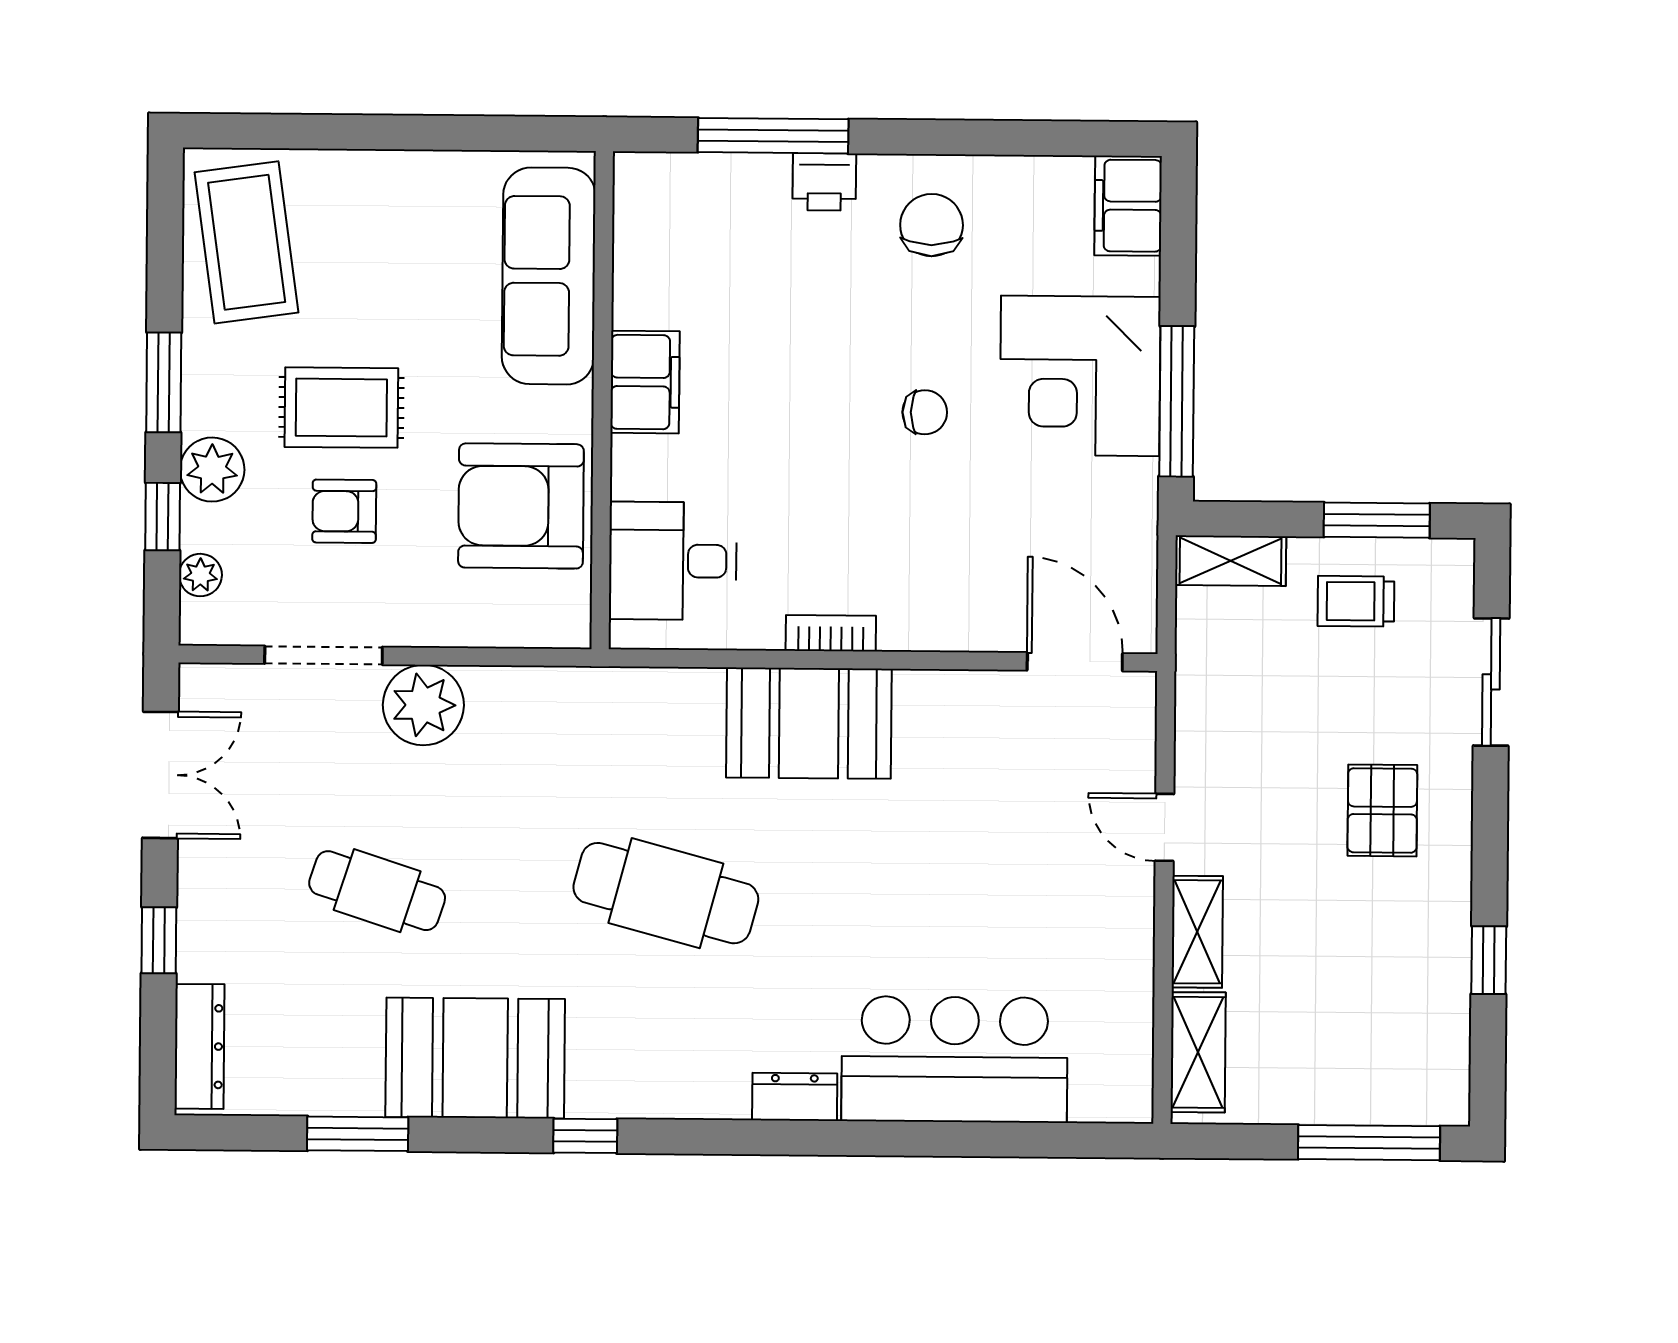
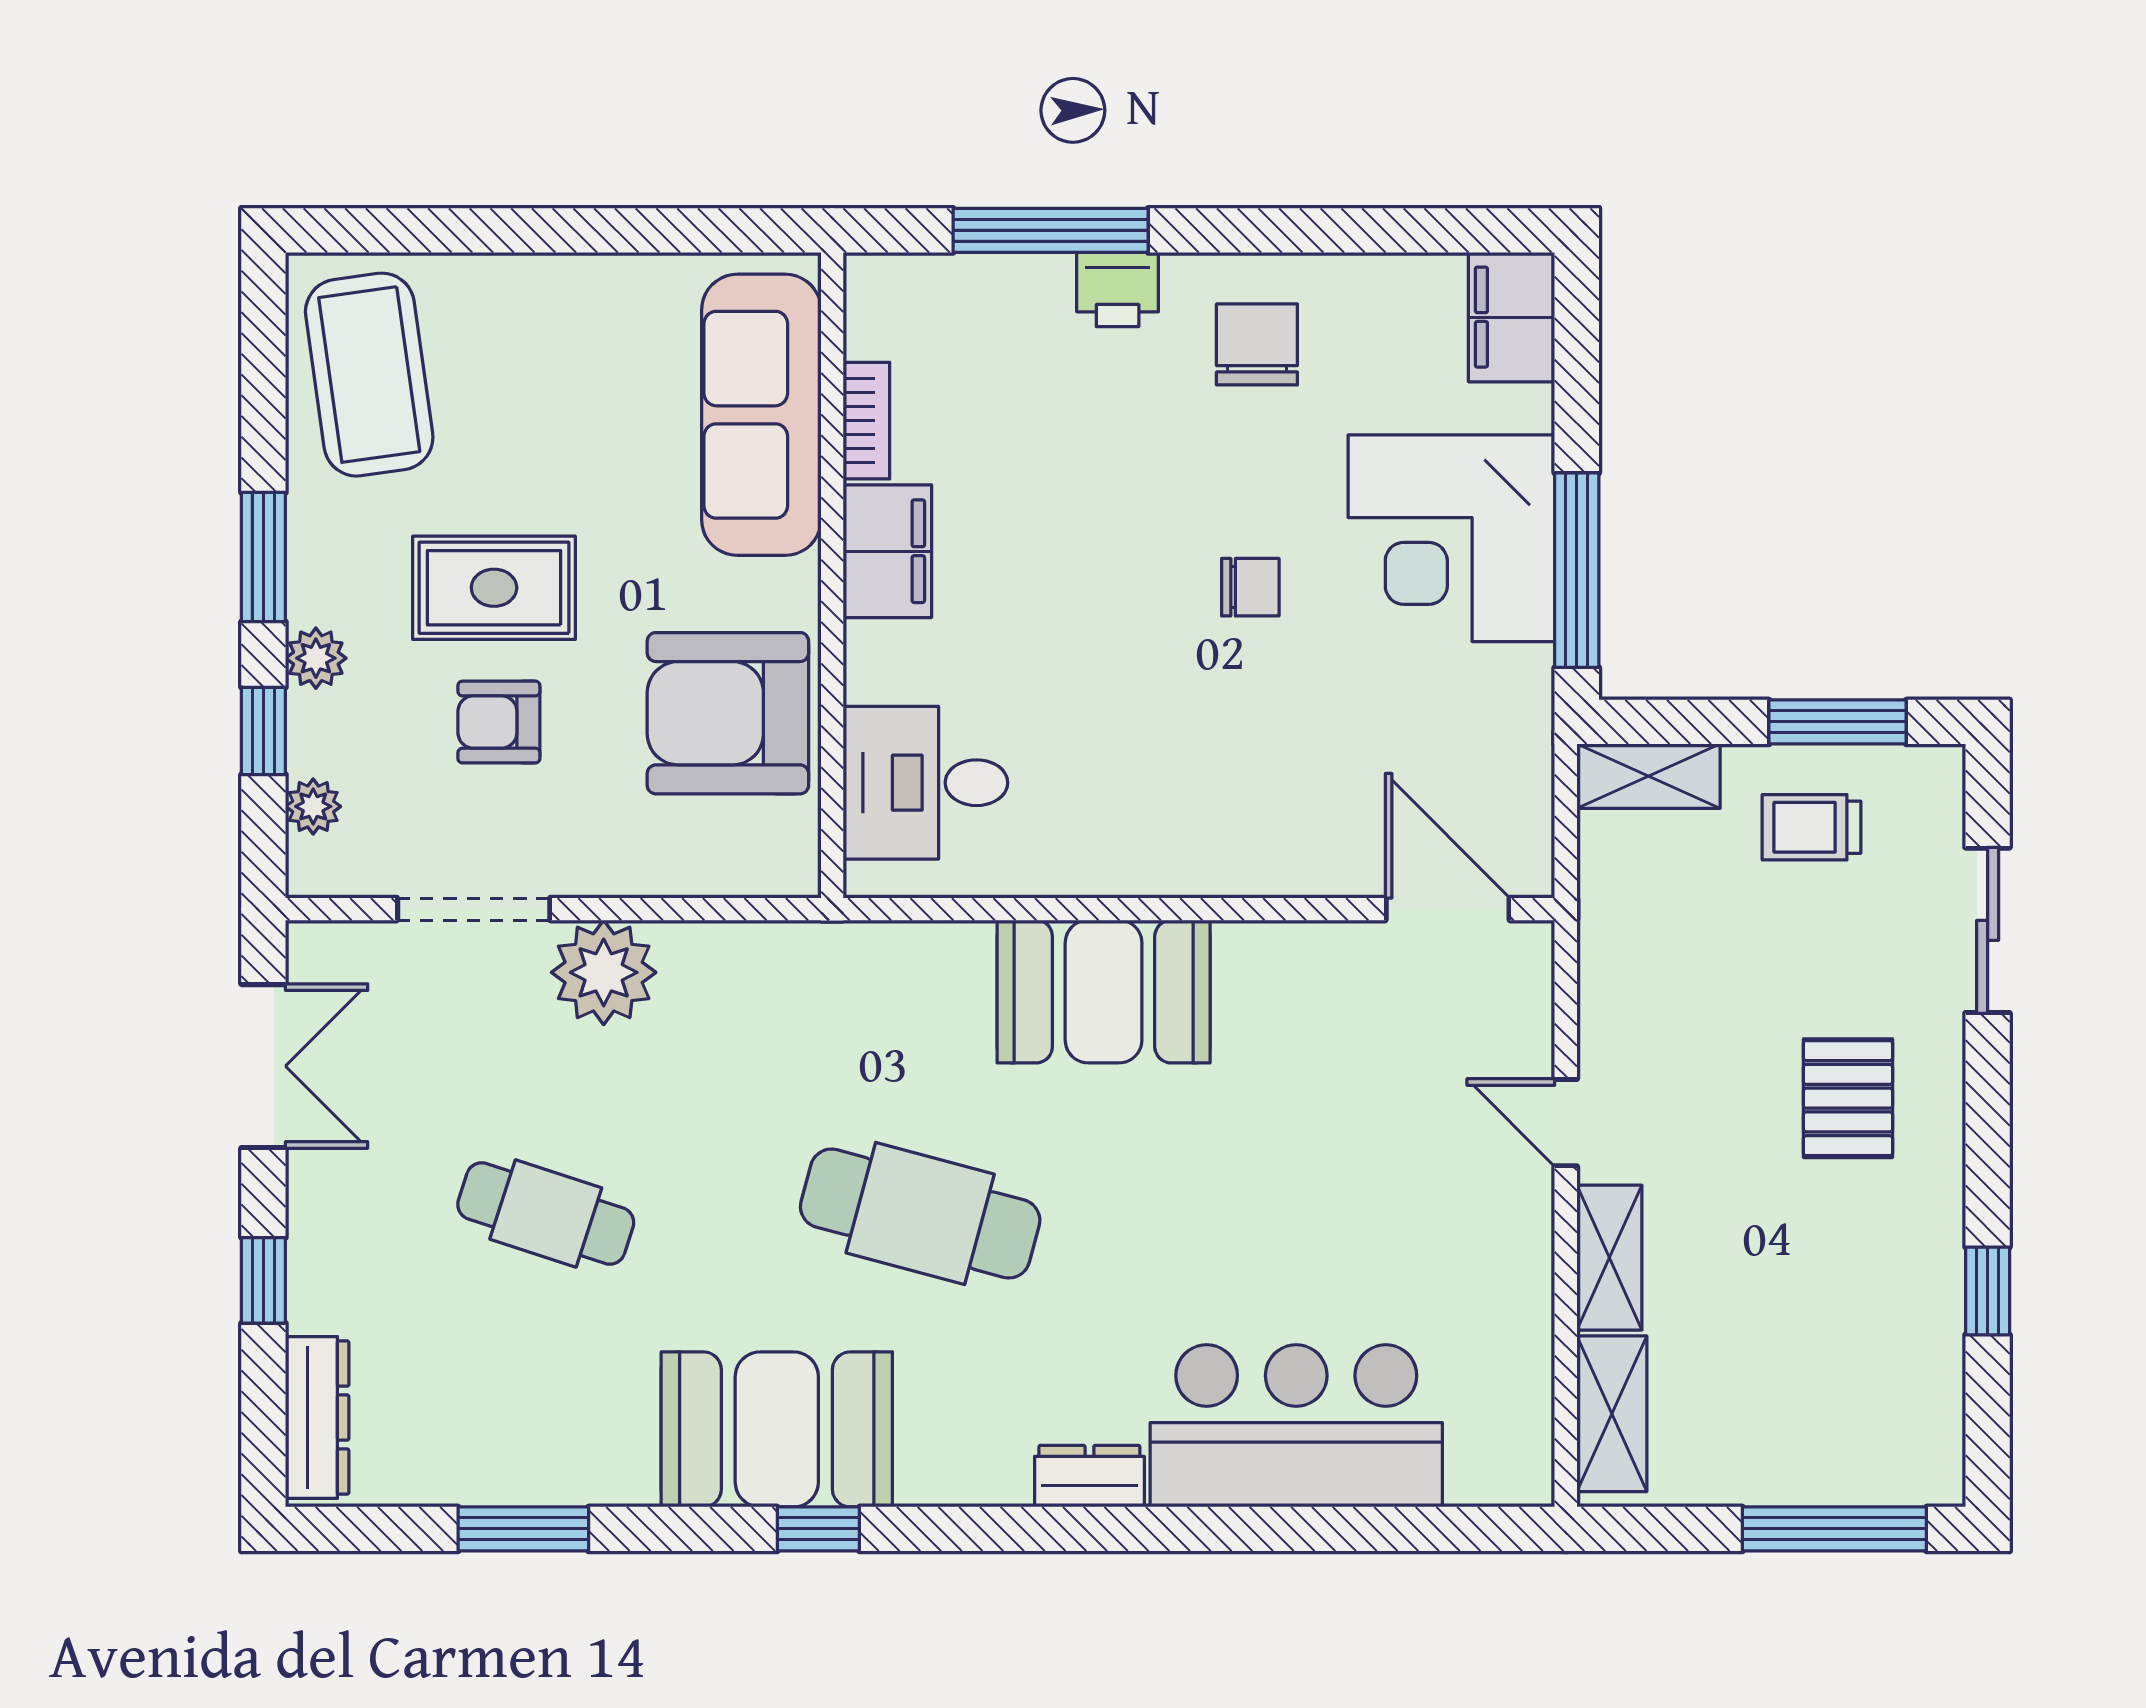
plant: (212, 470) -> (316, 658), width x0.73, depth x0.73
bookcase: (831, 633) -> (866, 421), moved, turned 90
booth: (475, 1058) -> (777, 1429), moved

